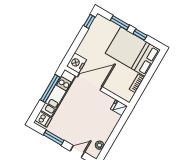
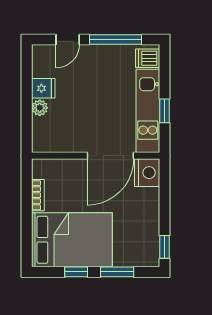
window: (50, 88) -> (164, 111), width x0.46
fridge: (119, 108) -> (43, 88), moved
window: (54, 138) -> (116, 39), width x1.44
plant: (100, 145) -> (40, 108), moved

